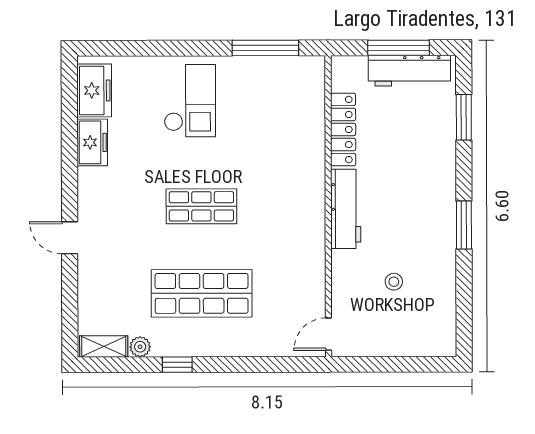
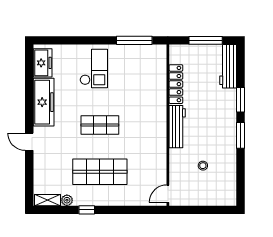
workbench: (409, 71) -> (228, 66), moved, turned 90
window: (464, 117) -> (241, 100), moved
freezer: (92, 142) -> (44, 102), width x1.91, depth x1.26

